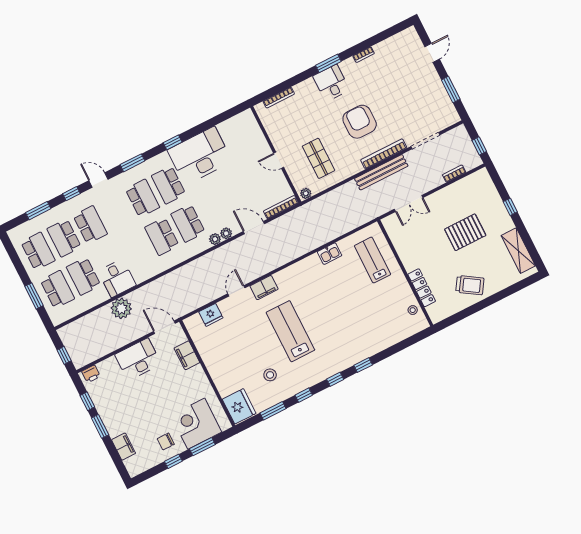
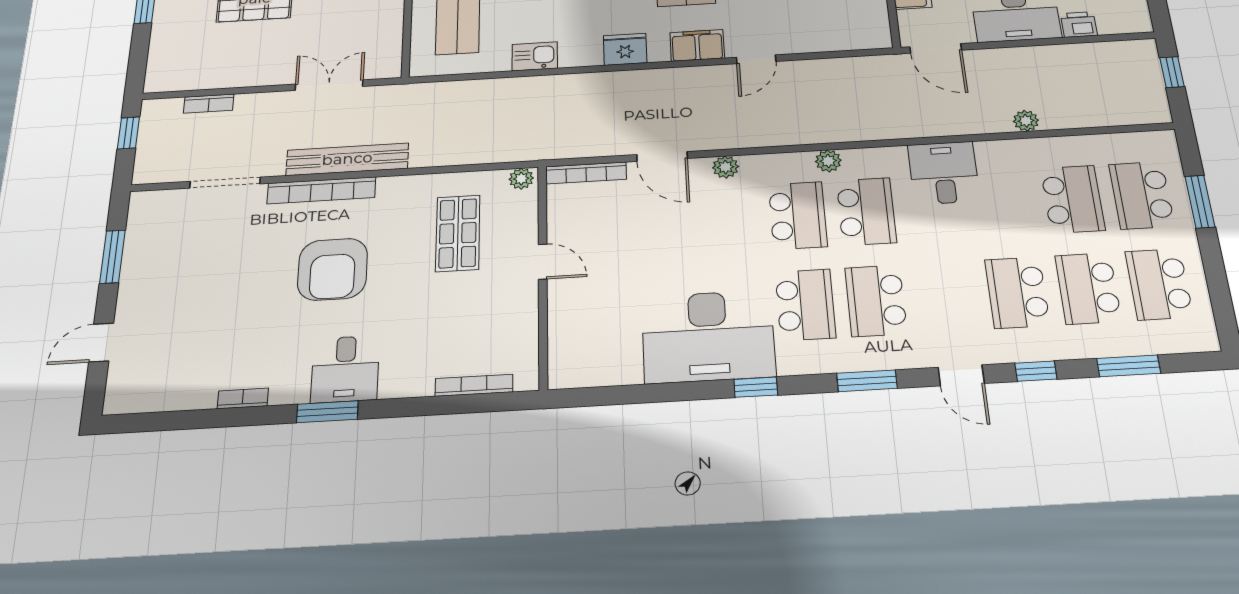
school desk: (64, 238) -> (1088, 288), turned 180
plant: (215, 239) -> (828, 161), moved
desk: (117, 278) -> (944, 173), moved
plant: (121, 308) -> (1026, 121), width x0.53, depth x0.53
fridge: (211, 315) -> (625, 49), moved
printer: (91, 374) -> (1079, 25), moved

